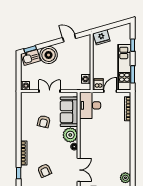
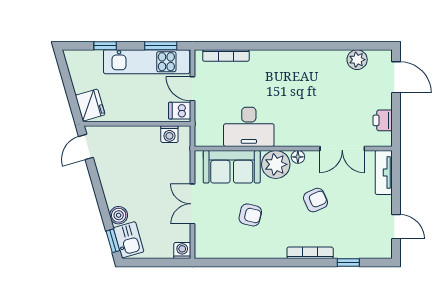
door: (69, 38) -> (86, 147), moved
boiler: (49, 55) -> (119, 215), width x0.54, depth x0.54
desk: (90, 105) -> (249, 127), moved
double door: (79, 170) -> (342, 148), swing flipped
armchair: (45, 171) -> (316, 200), moved

